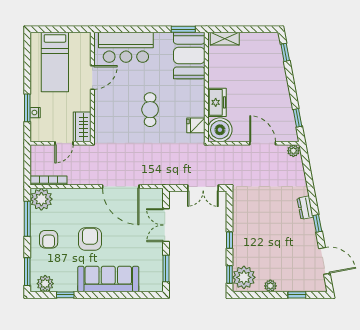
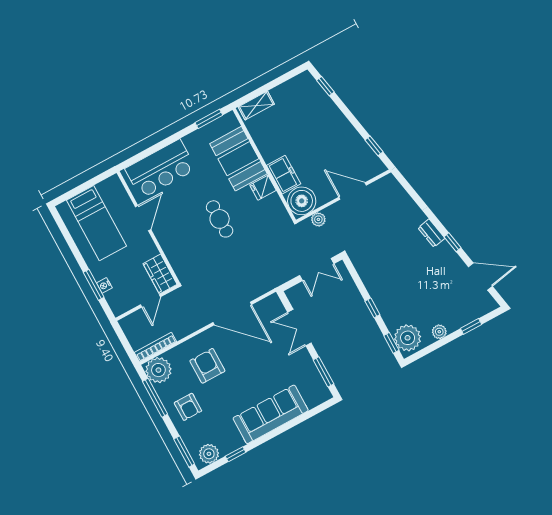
booth: (189, 56) -> (238, 159), moved
fridge: (196, 125) -> (263, 188), moved
plant: (293, 151) -> (318, 219), moved
armchair: (90, 239) -> (207, 366), moved

